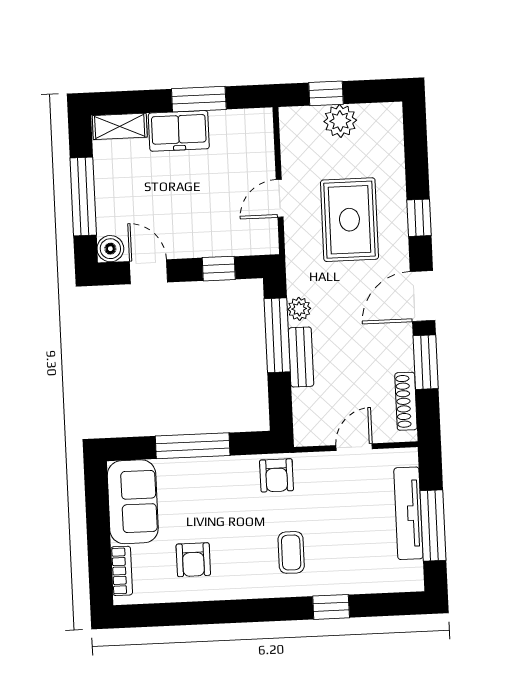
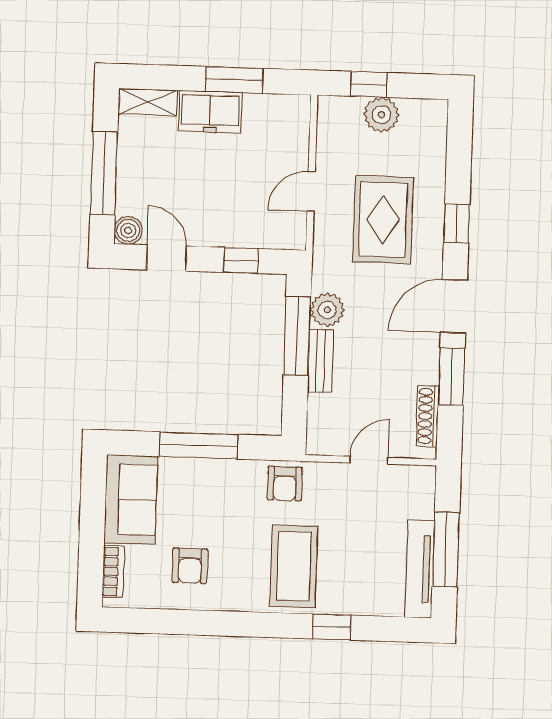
plant: (299, 309) -> (327, 310), width x1.38, depth x1.38
tv unit: (408, 513) -> (420, 569), moved
coffee table: (291, 552) -> (294, 566), width x1.86, depth x1.72

